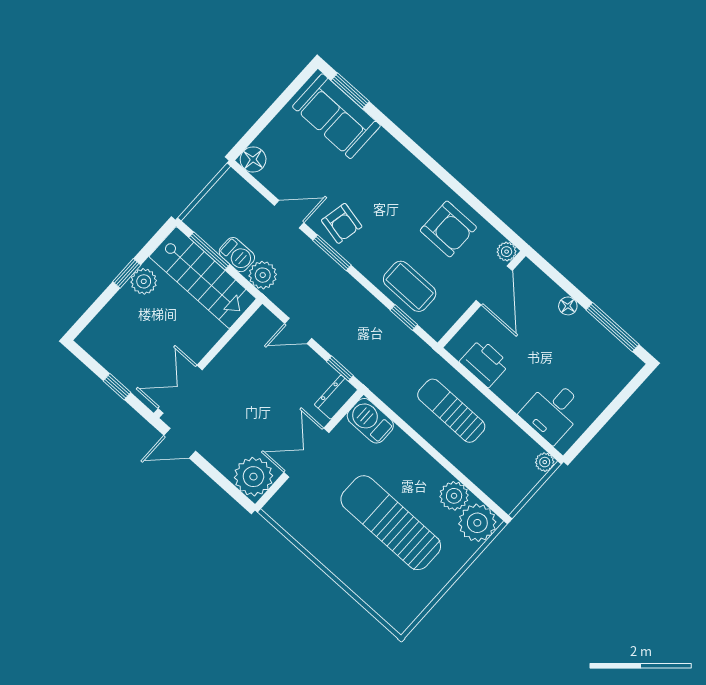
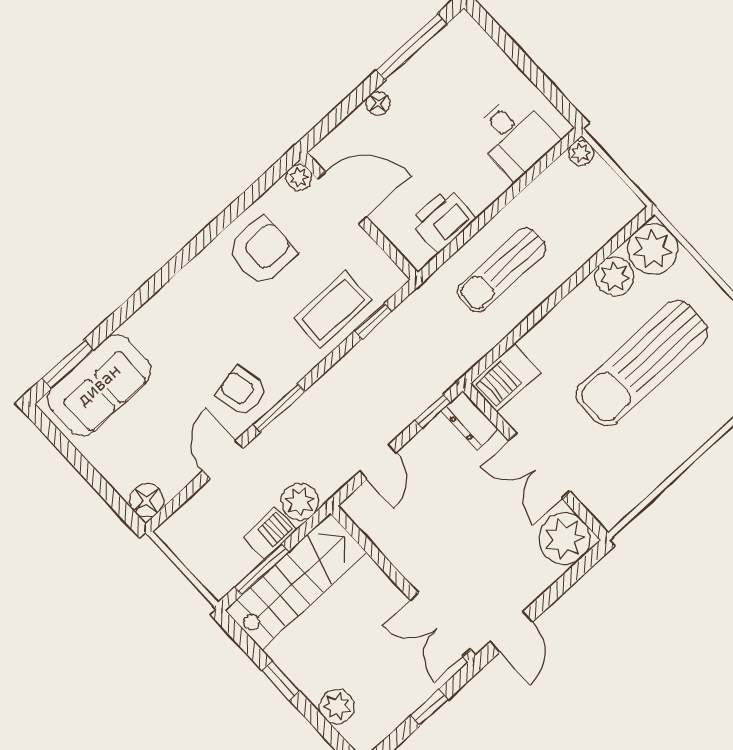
armchair: (342, 223) -> (242, 391), turned -113
plant: (144, 281) -> (337, 706), moved

